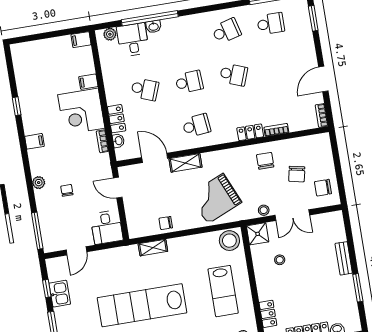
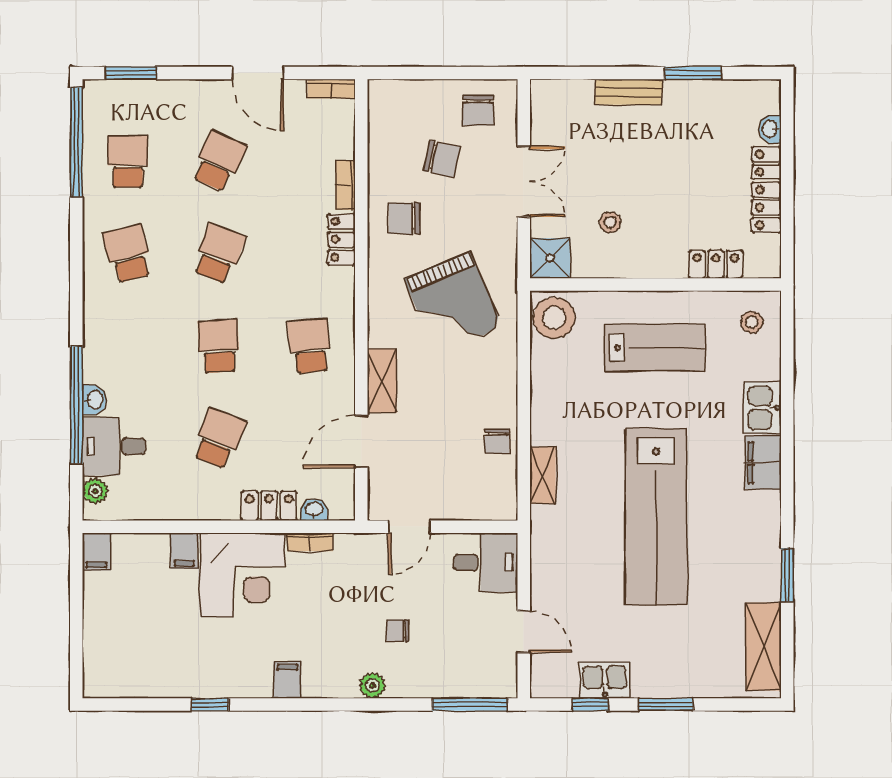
school desk: (278, 67) -> (219, 161), added
grand piano: (216, 199) -> (453, 303), moved
stool: (264, 210) -> (504, 238), removed

